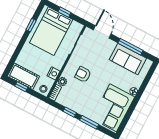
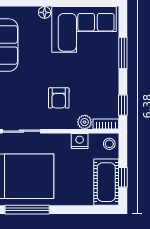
window: (31, 25) -> (27, 210), width x2.17
window: (70, 112) -> (123, 105), moved

